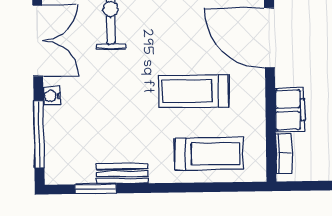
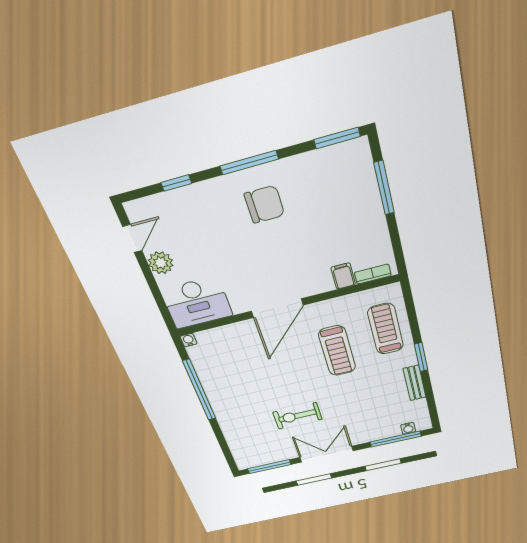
water cooler: (52, 96) -> (408, 428), moved
filing cabinet: (290, 110) -> (343, 276), width x0.50
window: (96, 189) -> (421, 357), moved

